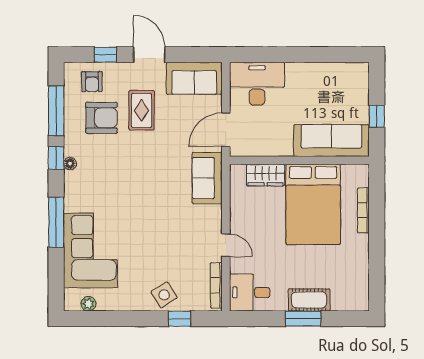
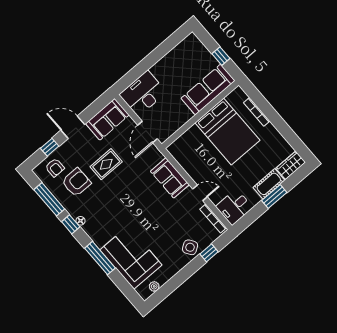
rug: (142, 110) -> (106, 164), moved, turned 90
wardrobe: (266, 175) -> (291, 165), moved, turned 180
sofa: (207, 178) -> (170, 178), moved

